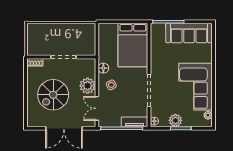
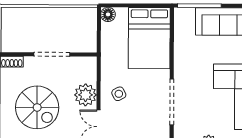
floor lamp: (103, 68) -> (108, 14), moved
spiral stairs: (53, 95) -> (37, 107), turned -90

